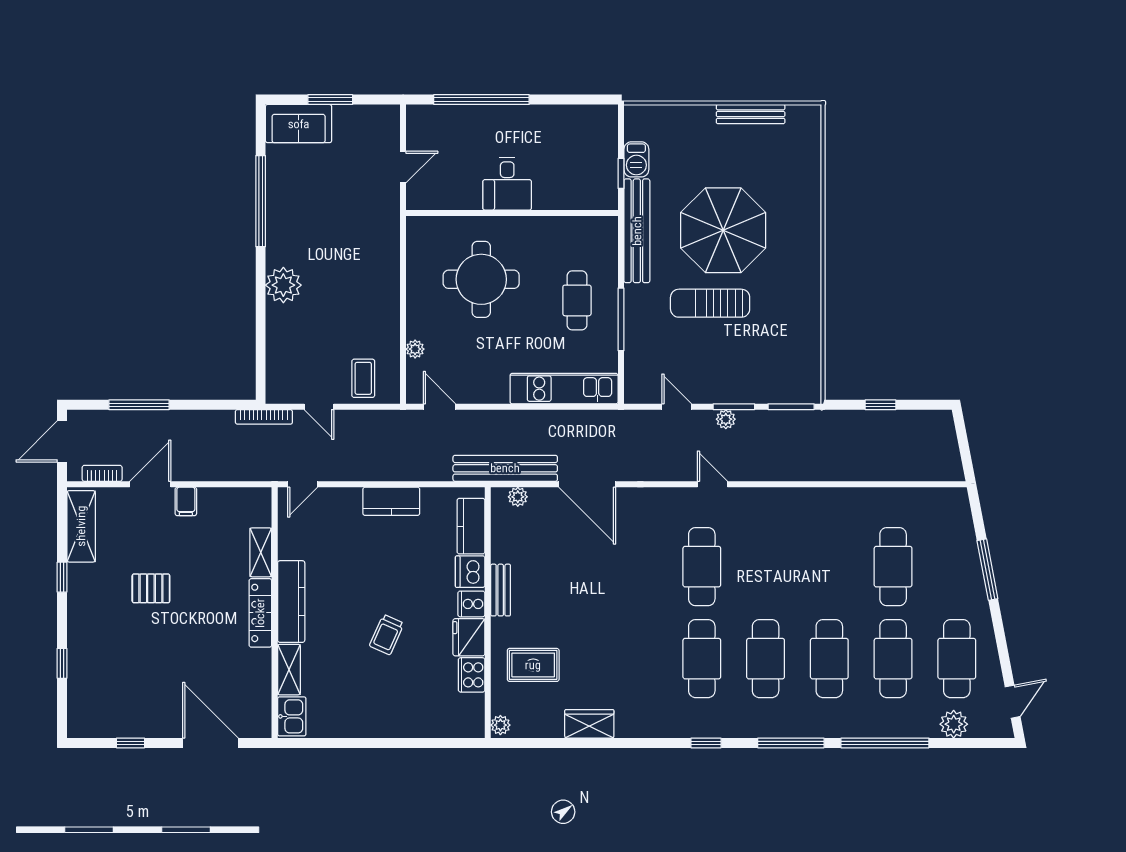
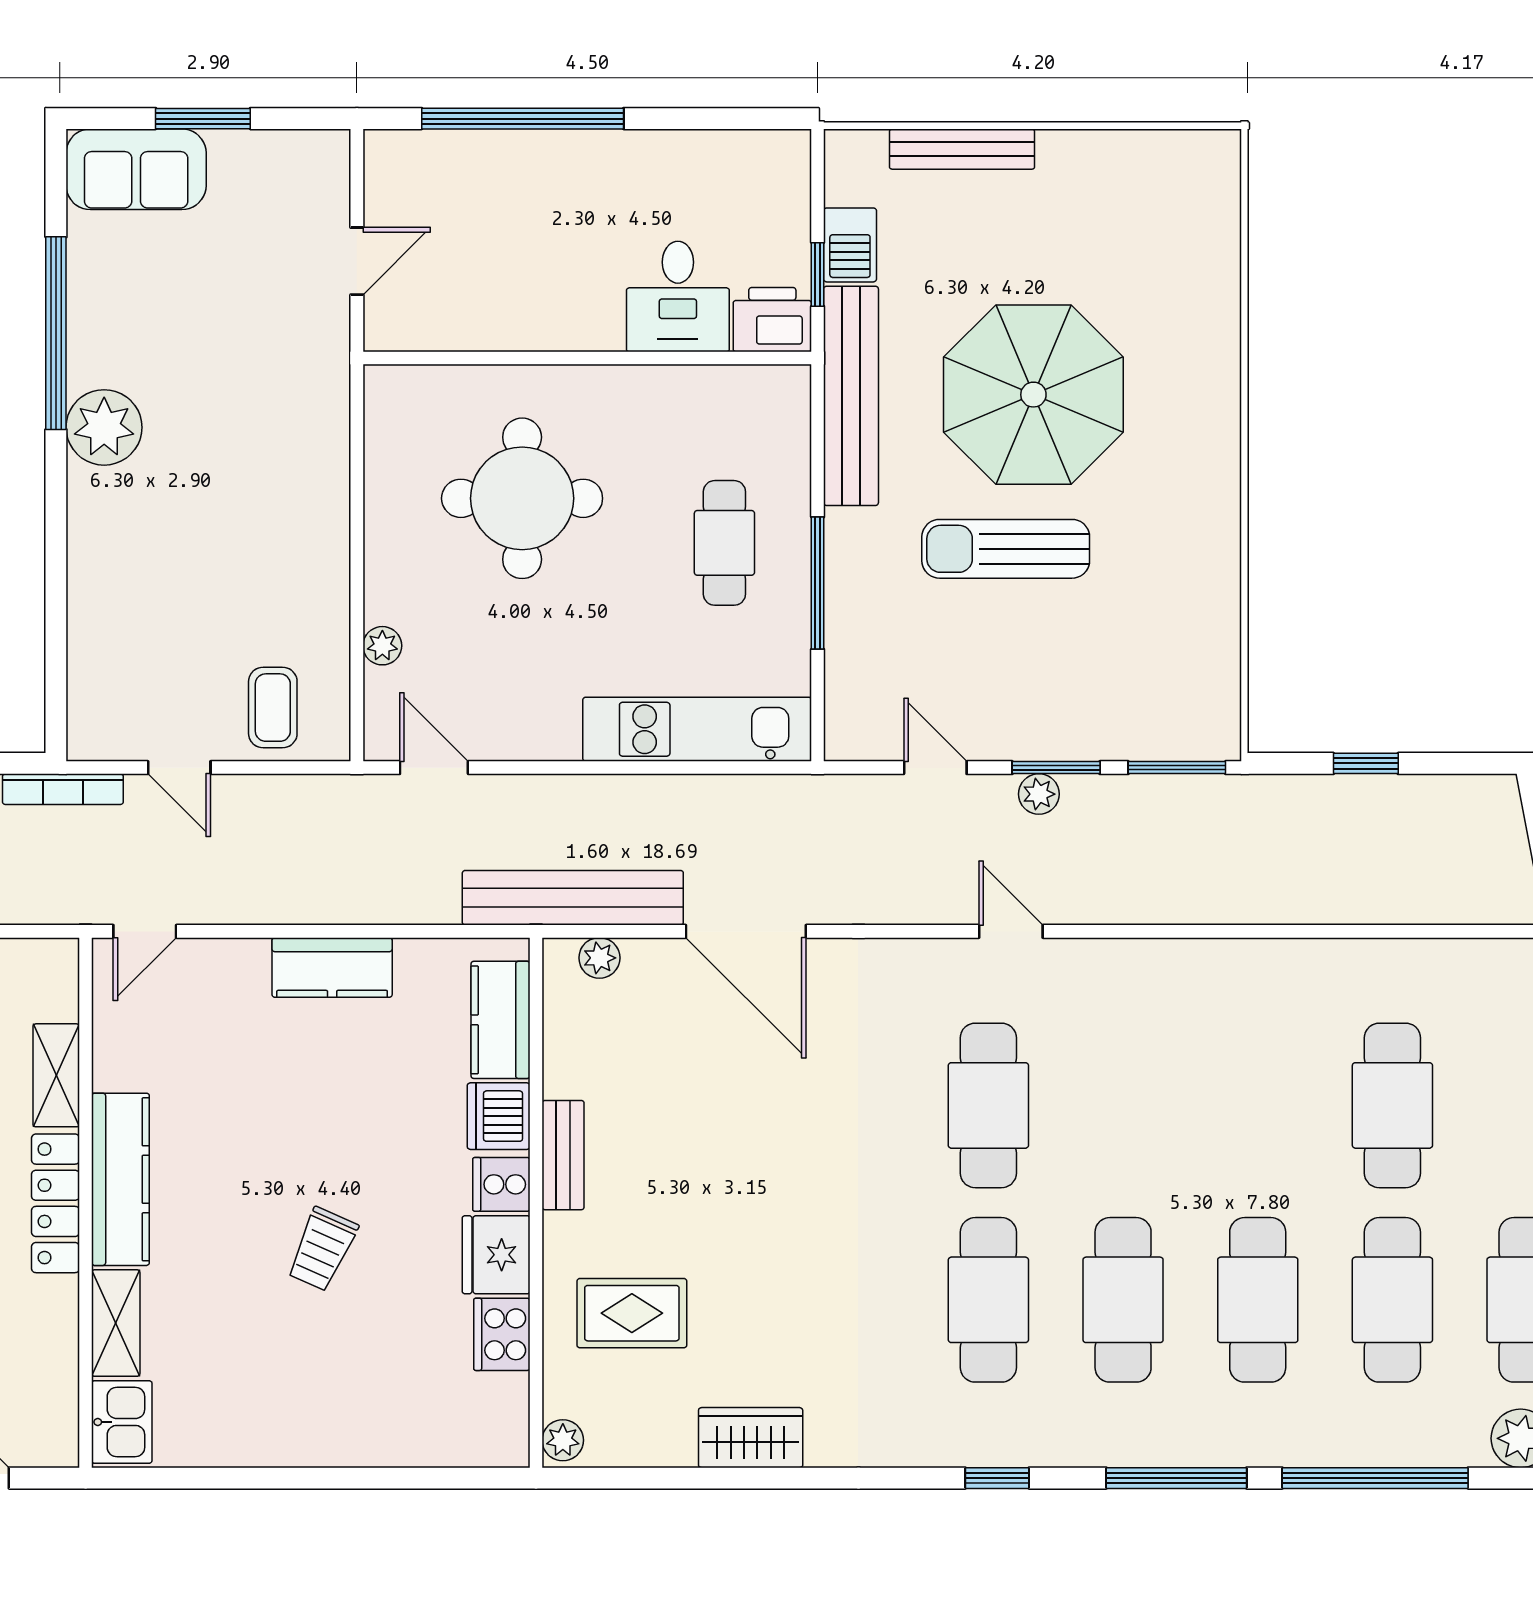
bench: (751, 114) -> (962, 149), moved
desk: (507, 184) -> (678, 297), moved
printer: (600, 195) -> (772, 320), added
plant: (283, 285) -> (104, 427), moved

